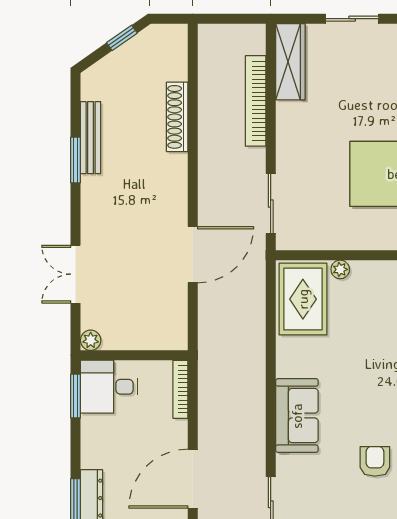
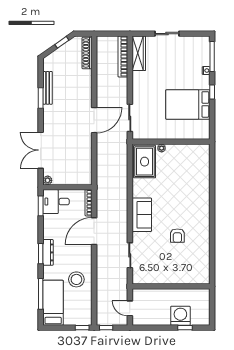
bookcase: (256, 101) -> (123, 57), moved
shoe rack: (177, 117) -> (87, 53), moved
door: (193, 255) -> (94, 120), moved
double door: (76, 274) -> (41, 150), width x1.37
armchair: (375, 461) -> (177, 236), turned 180
door: (193, 479) -> (94, 231), moved

